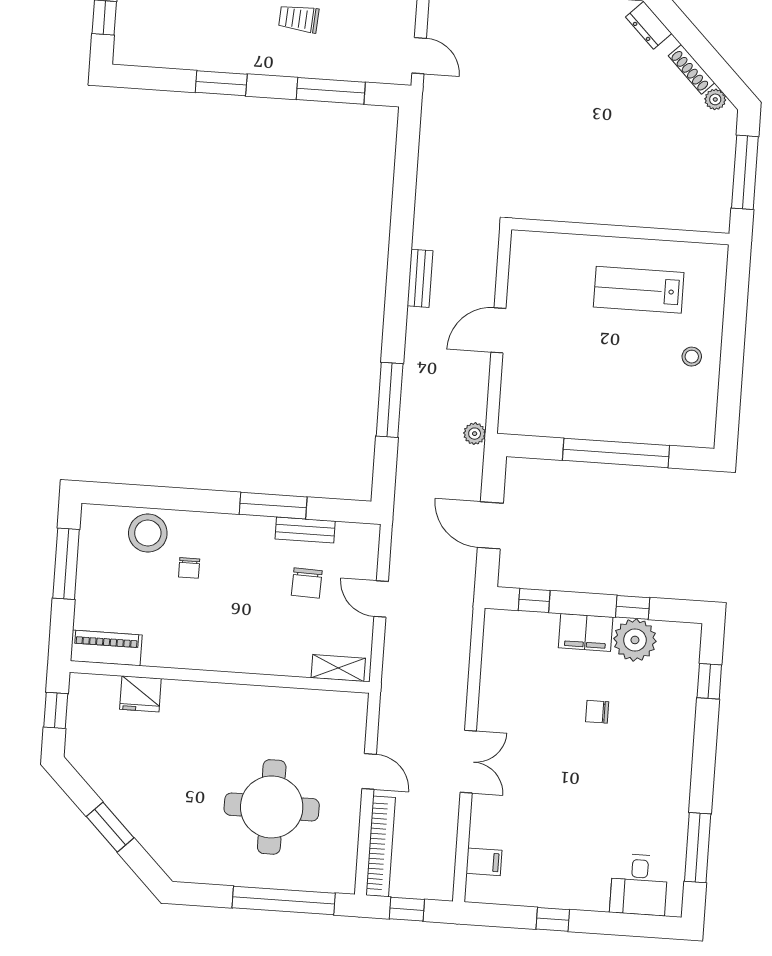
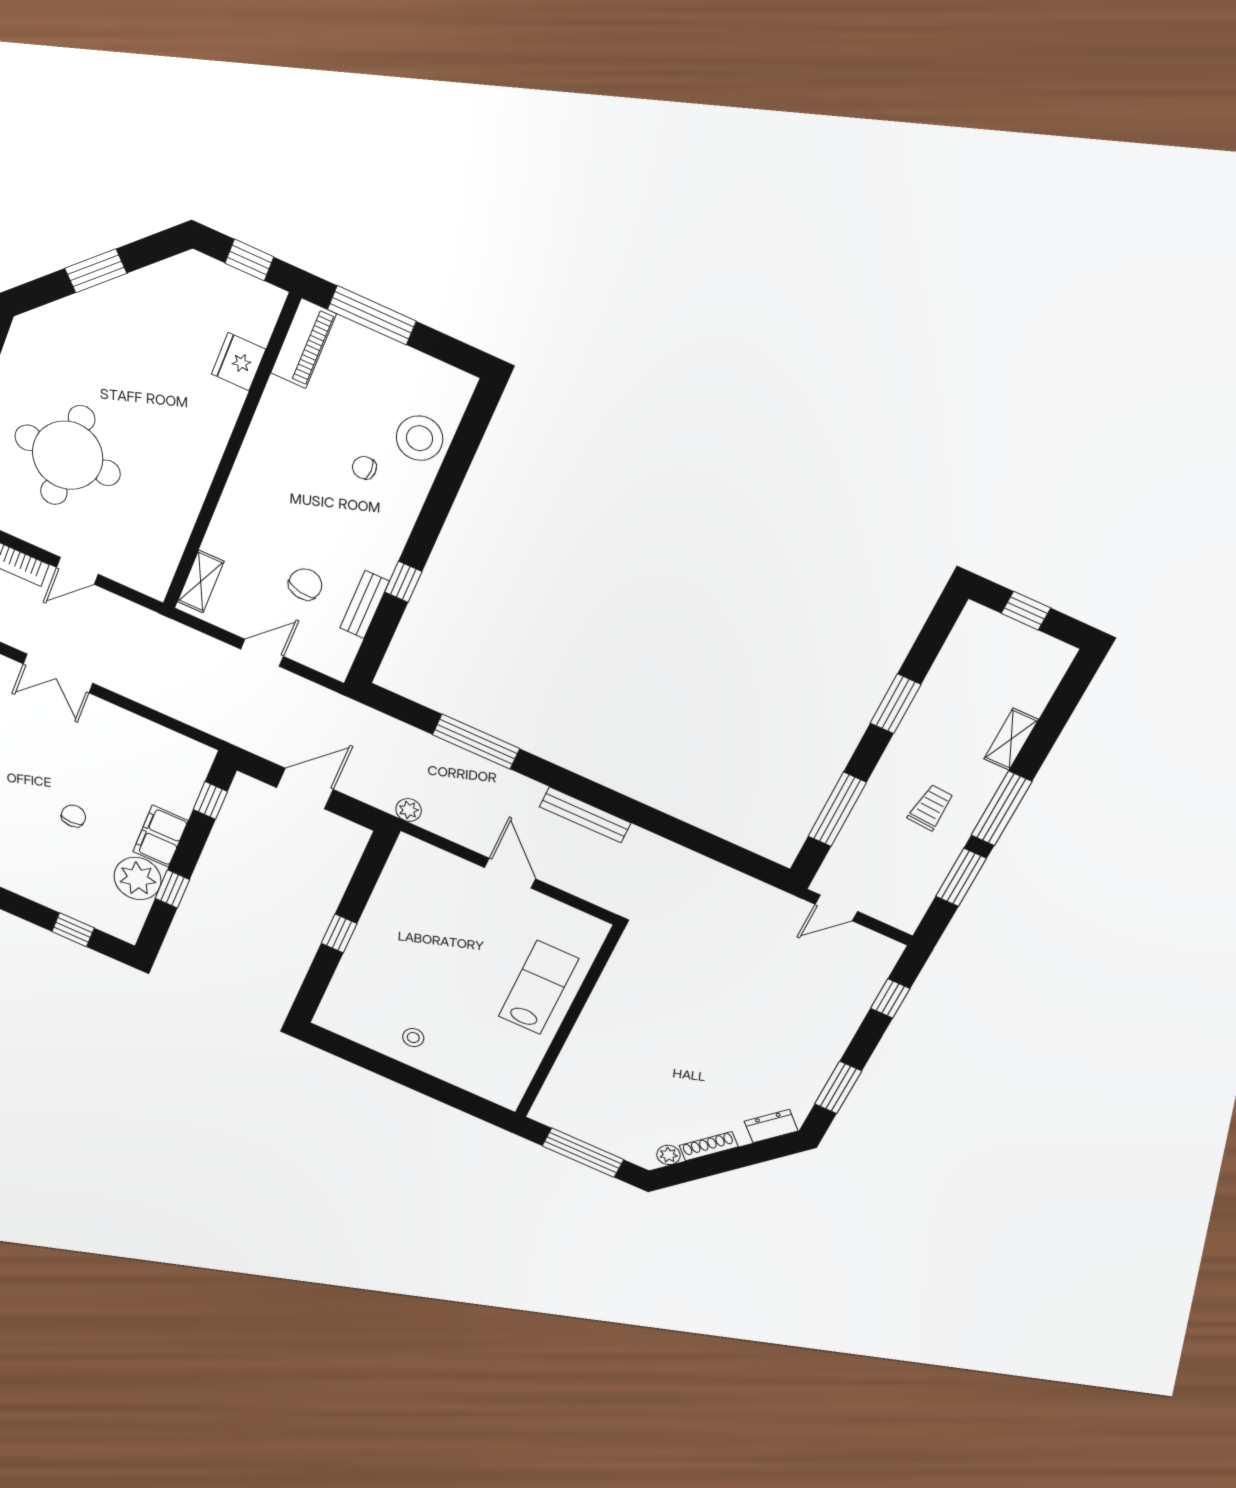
bench: (420, 278) -> (585, 815), width x1.36
lab bench: (639, 290) -> (538, 987), moved
window: (616, 453) -> (339, 933), width x0.32
window: (273, 506) -> (403, 582), width x0.46
window: (66, 564) -> (372, 315), moved
chair: (307, 583) -> (305, 584), turned 99

